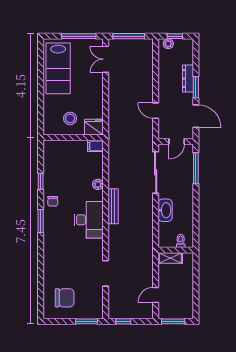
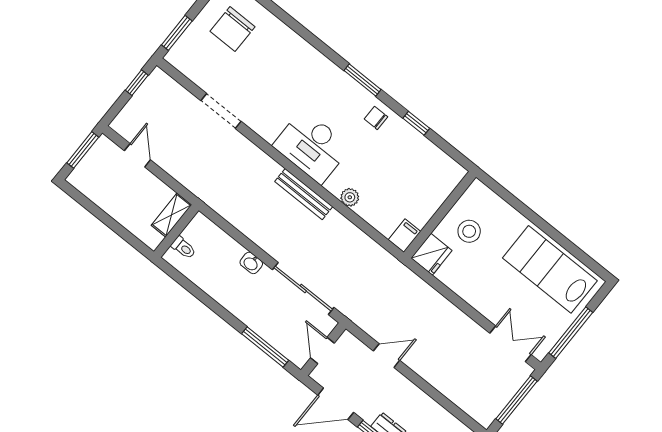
washbasin: (165, 210) -> (251, 263), width x0.52, depth x0.69

